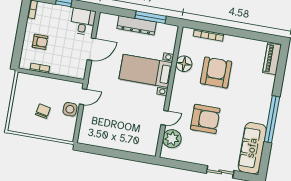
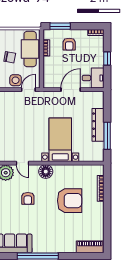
window: (18, 49) -> (60, 26), added
door: (91, 49) -> (71, 90), swing flipped
floor lamp: (184, 64) -> (46, 172), moved
cafe table: (38, 87) -> (30, 49), added
door: (83, 97) -> (28, 90), swing flipped
armchair: (205, 119) -> (28, 198), width x0.53, depth x0.53

